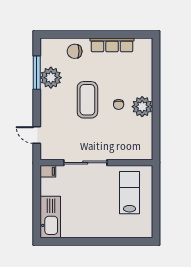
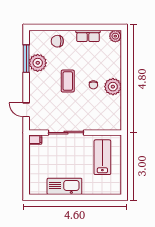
row of seats: (112, 45) -> (88, 36), width x0.68
plant: (145, 45) -> (115, 36), added
coffee table: (87, 100) -> (68, 81), width x0.73, depth x0.76
kitchen sink: (50, 217) -> (64, 186), moved, turned -90

